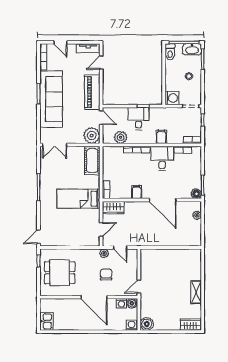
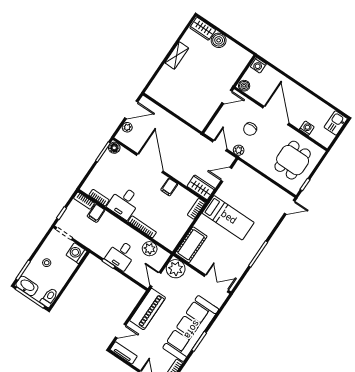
filing cabinet: (161, 137) -> (96, 213), moved
door: (203, 230) -> (131, 110), added
dining table: (60, 273) -> (293, 160), turned 90
washing machine: (121, 303) -> (307, 128), moved
boiler: (147, 324) -> (219, 40), moved

